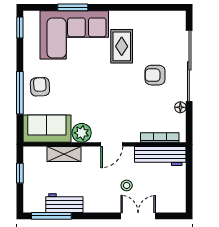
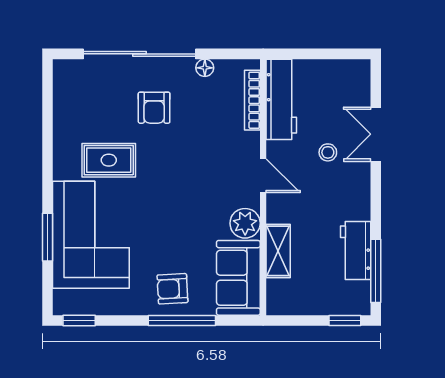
window: (20, 173) -> (345, 320), moved

